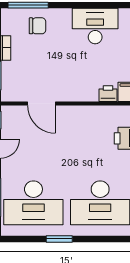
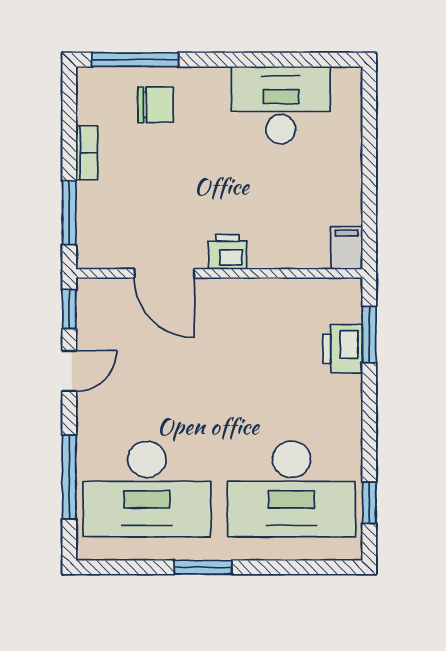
printer: (108, 94) -> (228, 252), moved

